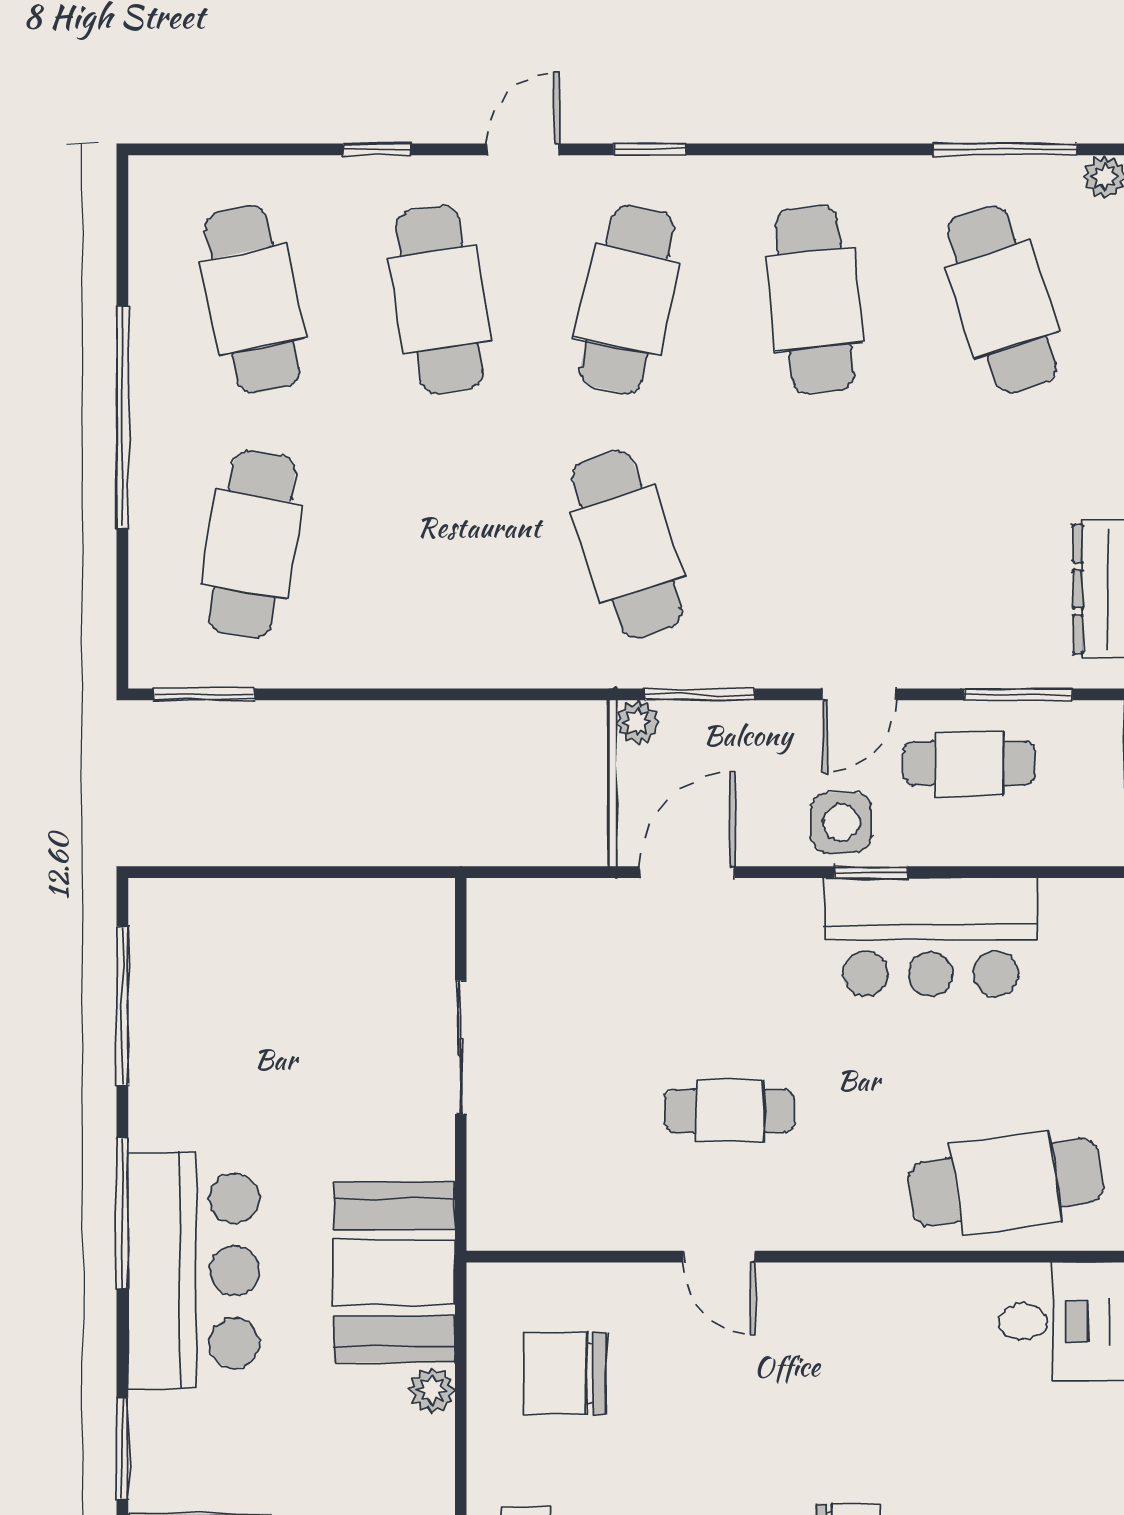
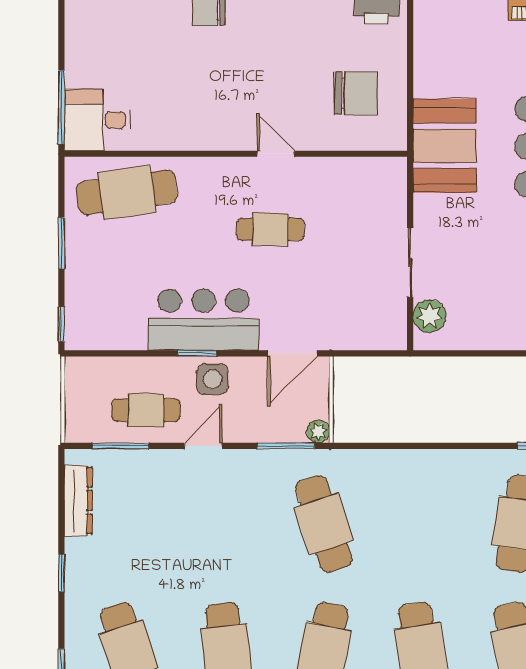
bar counter: (931, 937) -> (204, 320), moved
plant: (432, 1390) -> (430, 316), moved, width x1.38, depth x1.38

